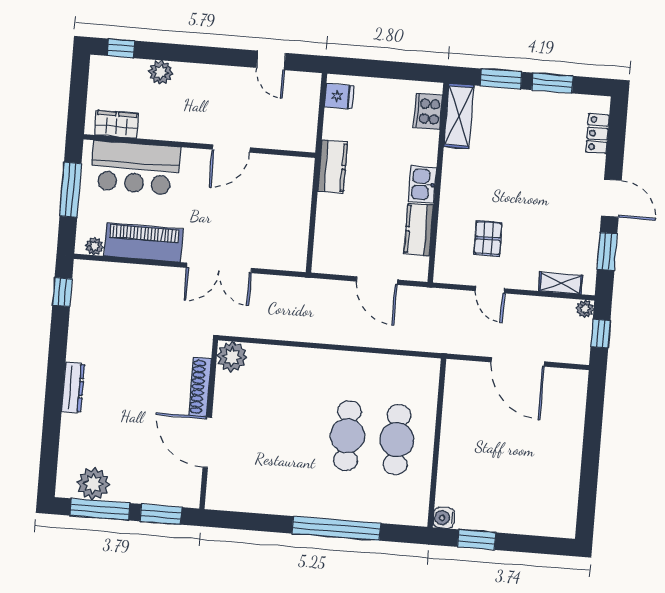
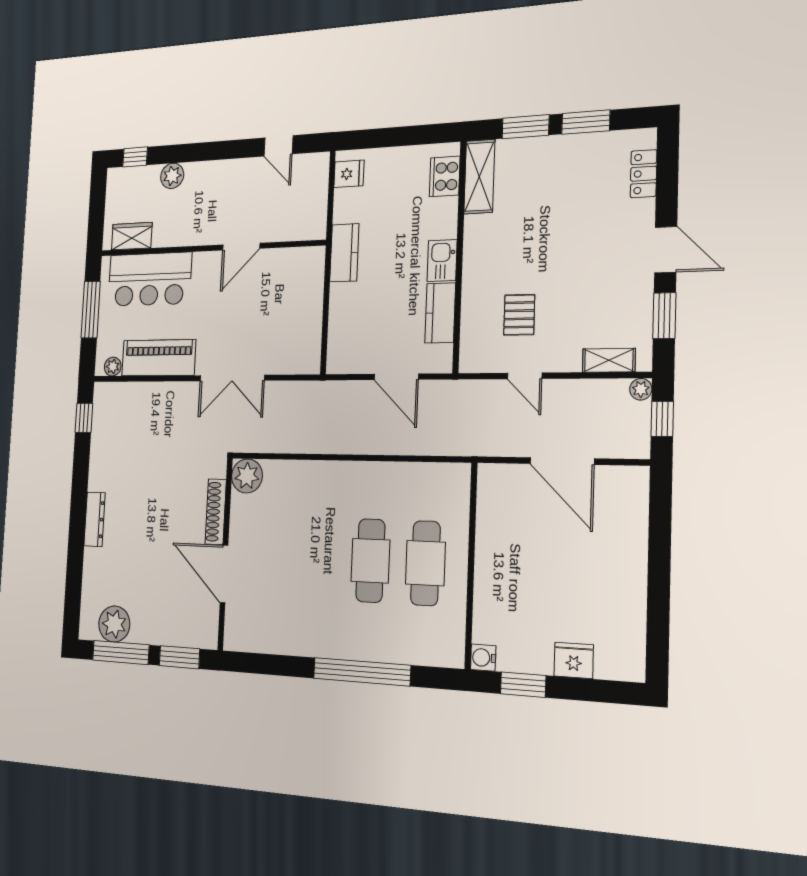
fridge: (519, 521) -> (574, 660), added

